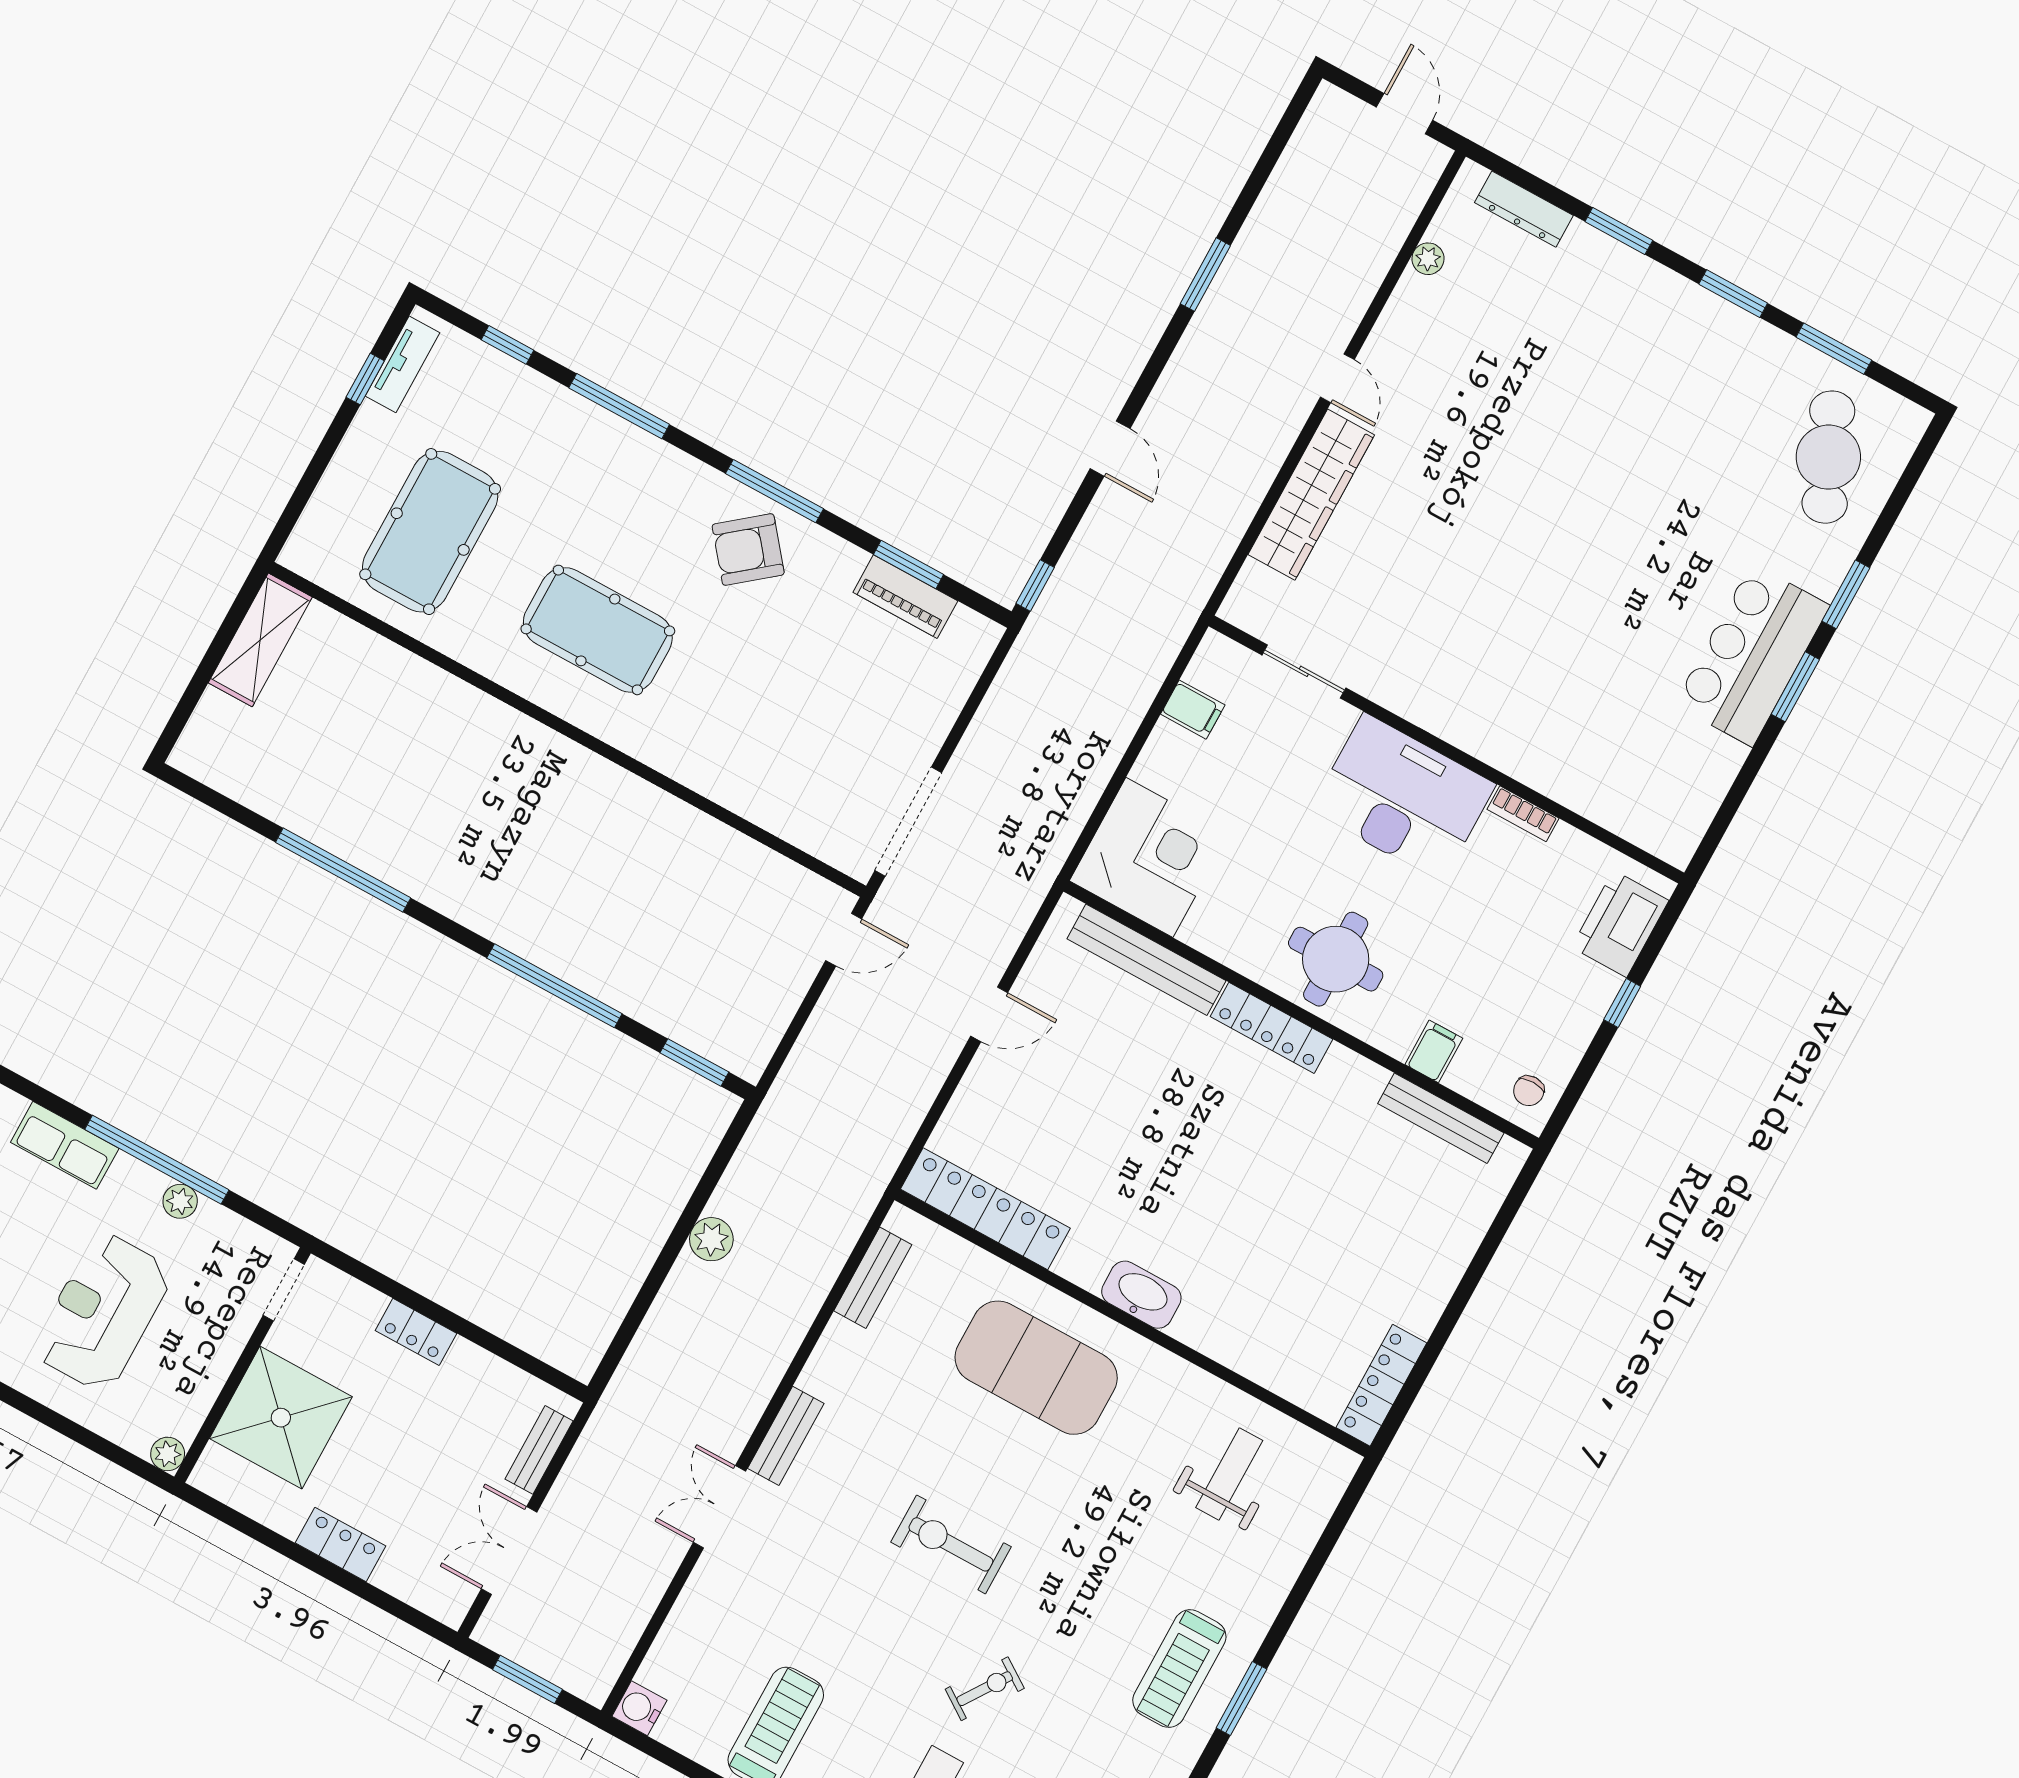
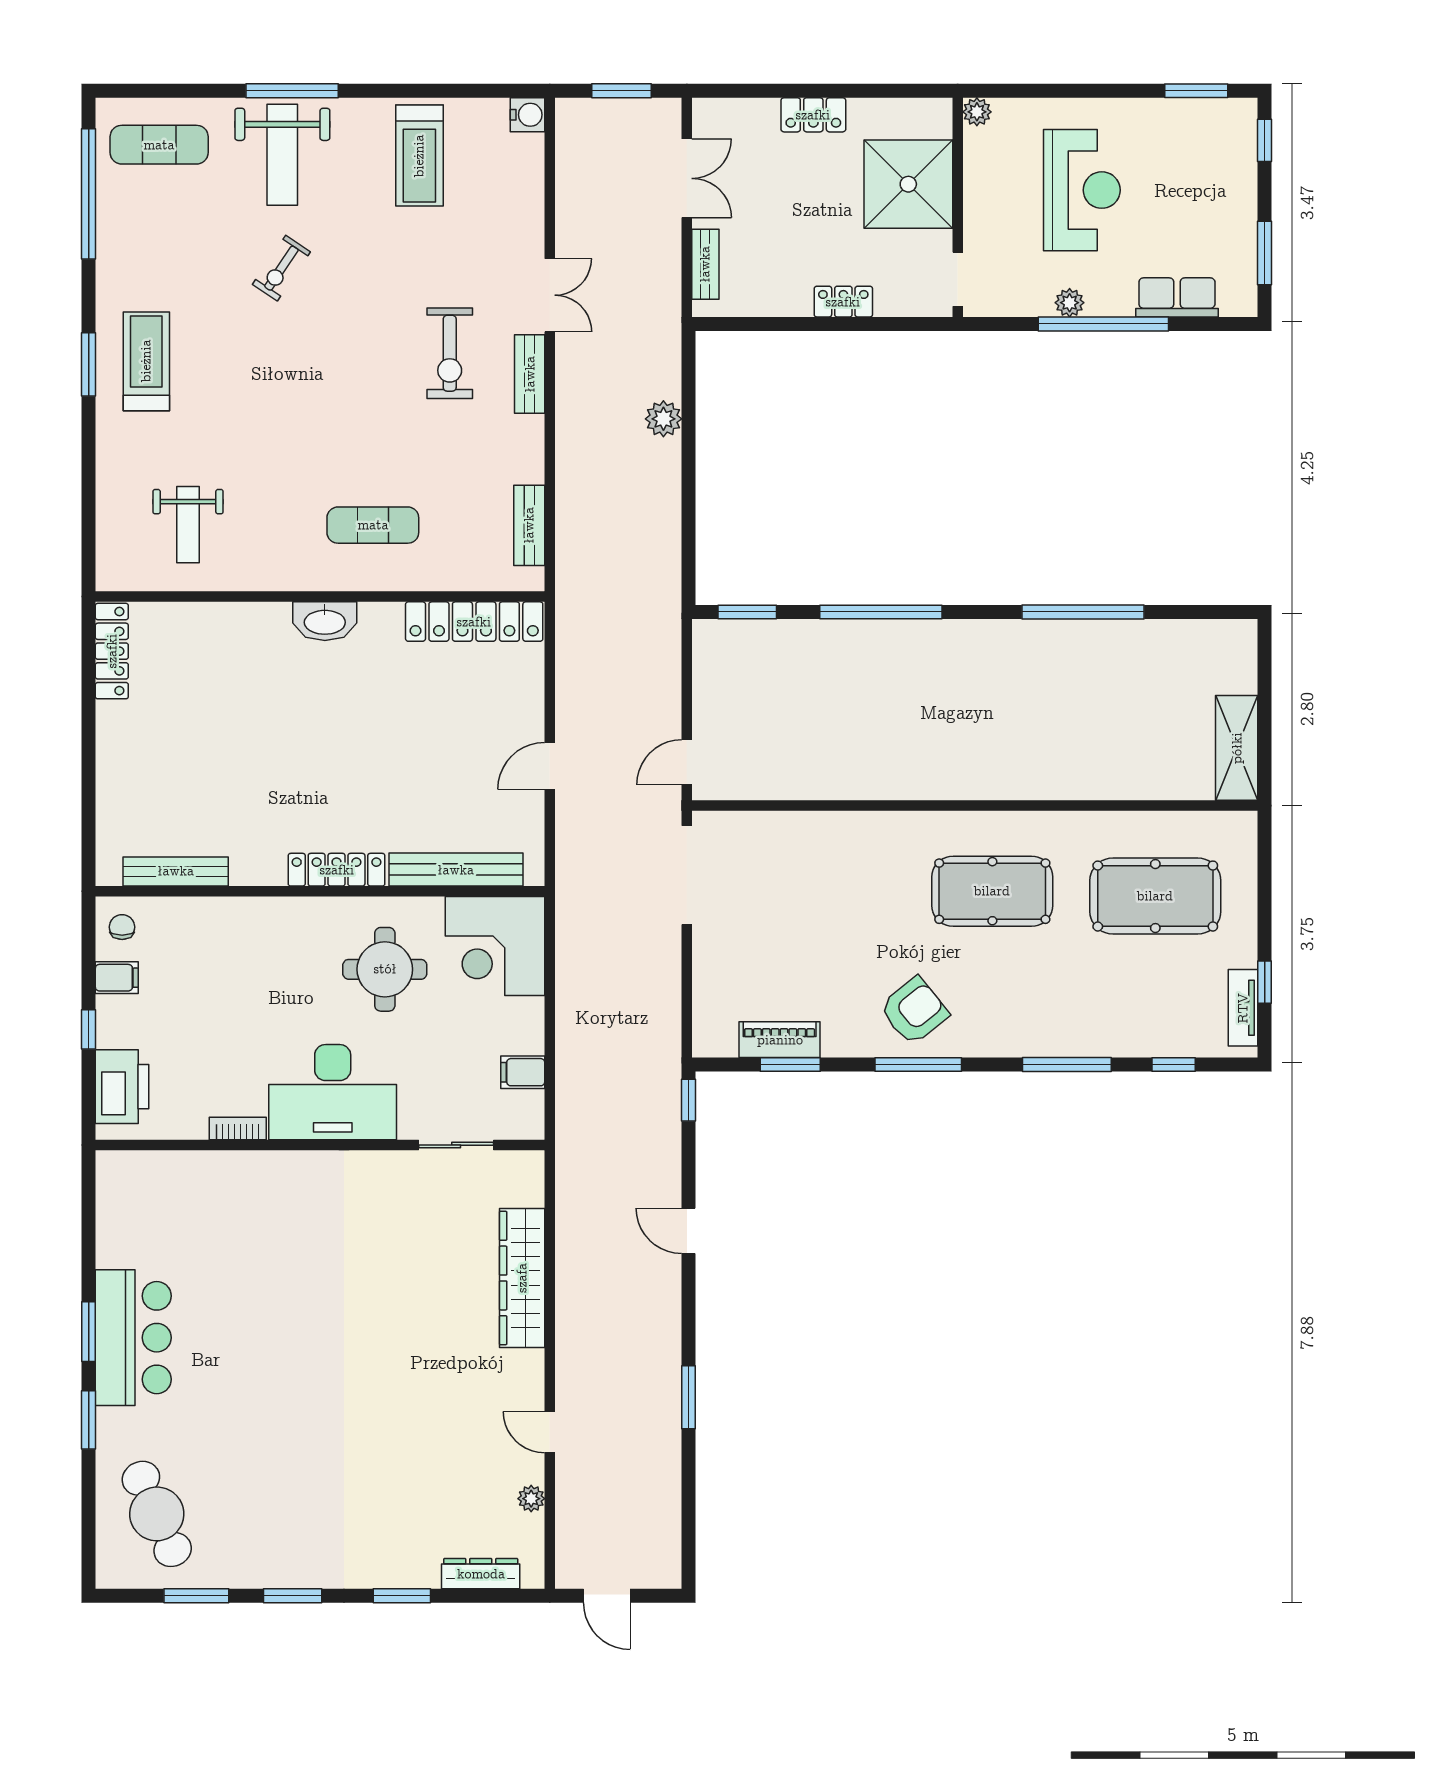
door: (1337, 378) -> (550, 1432), moved
pool table: (430, 532) -> (1155, 896), turned 90
round table: (1336, 959) -> (385, 969), moved
filing cabinet: (1434, 1051) -> (117, 978), moved, turned -90
plant: (711, 1239) -> (663, 419), moved
exercise mat: (1036, 1368) -> (373, 525), width x0.50, depth x0.69
exercise bike: (951, 1544) -> (450, 353), moved, turned 90

